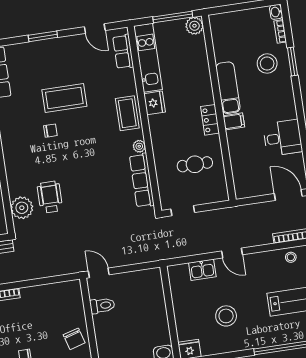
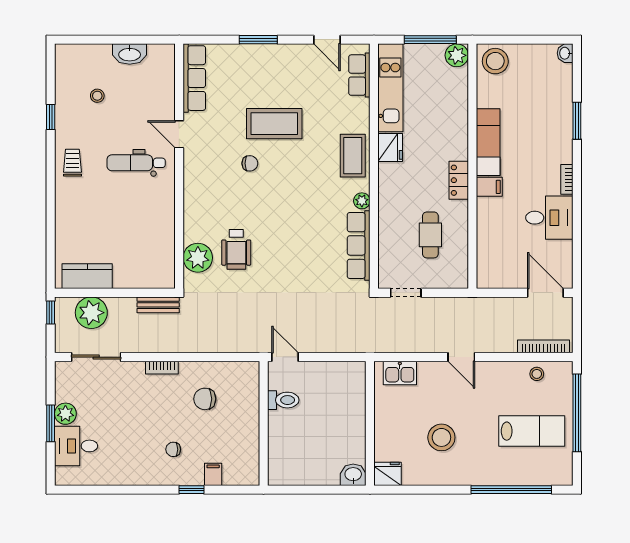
bookcase: (280, 31) -> (567, 179), moved
stool: (267, 64) -> (495, 61), moved
cafe table: (195, 164) -> (430, 235), turned 90
wheelchair: (50, 197) -> (236, 249), turned 180
kitchen sink: (202, 270) -> (400, 373), moved
chair: (74, 339) -> (205, 399), moved, turned 106

